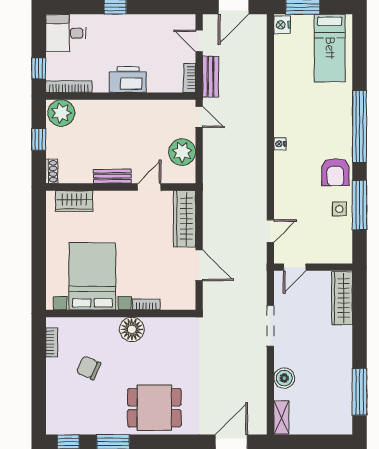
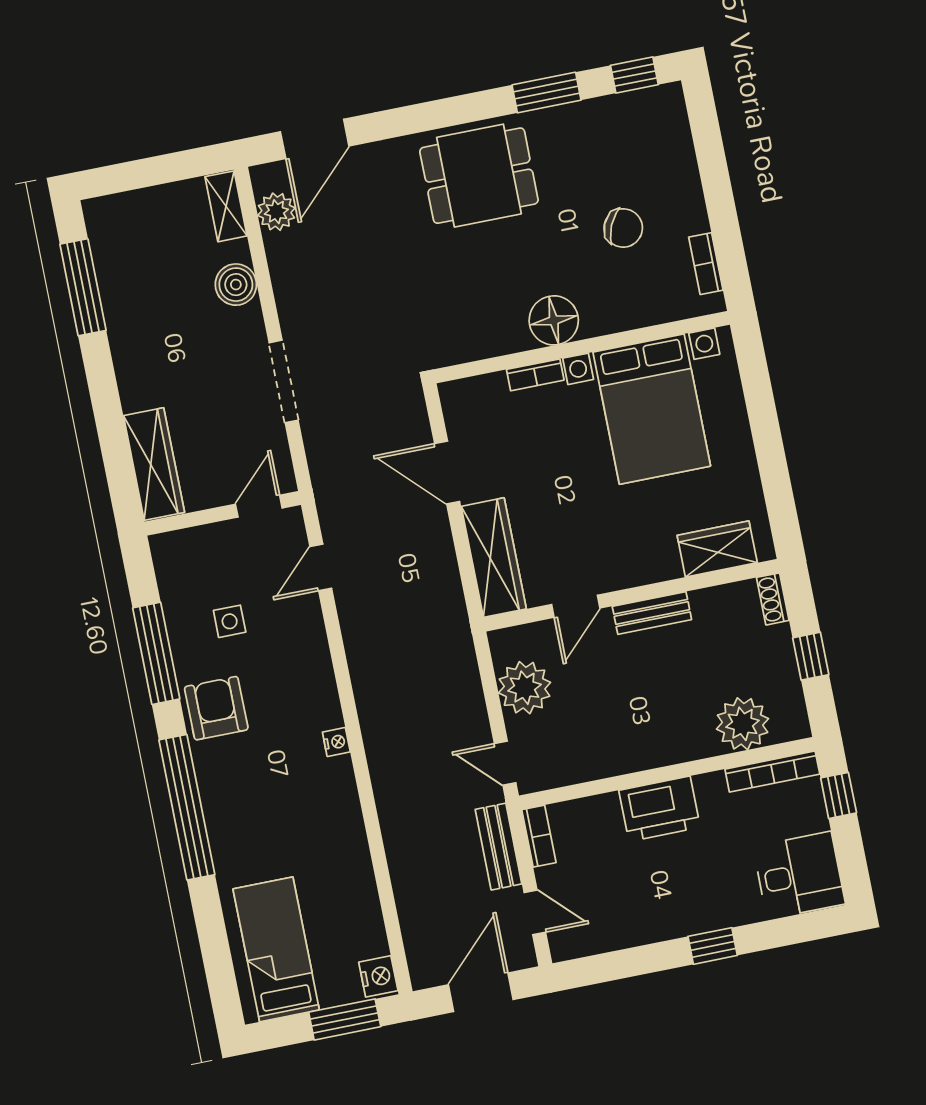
plant: (61, 113) -> (743, 724), moved
side table: (339, 209) -> (230, 621), moved
plant: (257, 410) -> (276, 212), added

